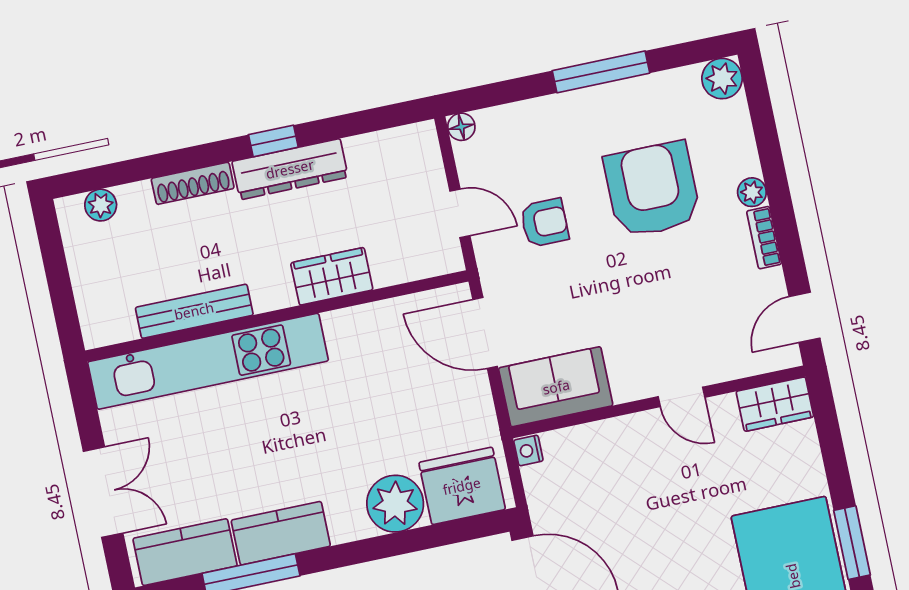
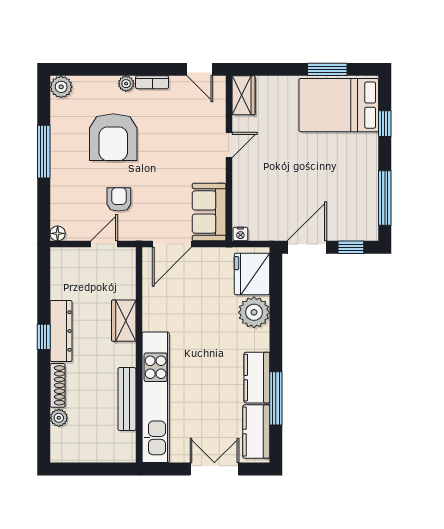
armchair: (652, 189) -> (113, 137), turned -90
plant: (101, 205) -> (59, 418), moved

